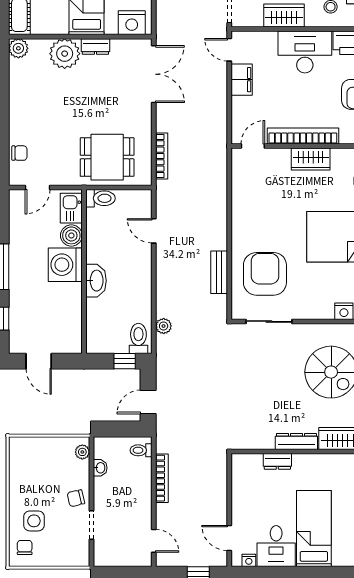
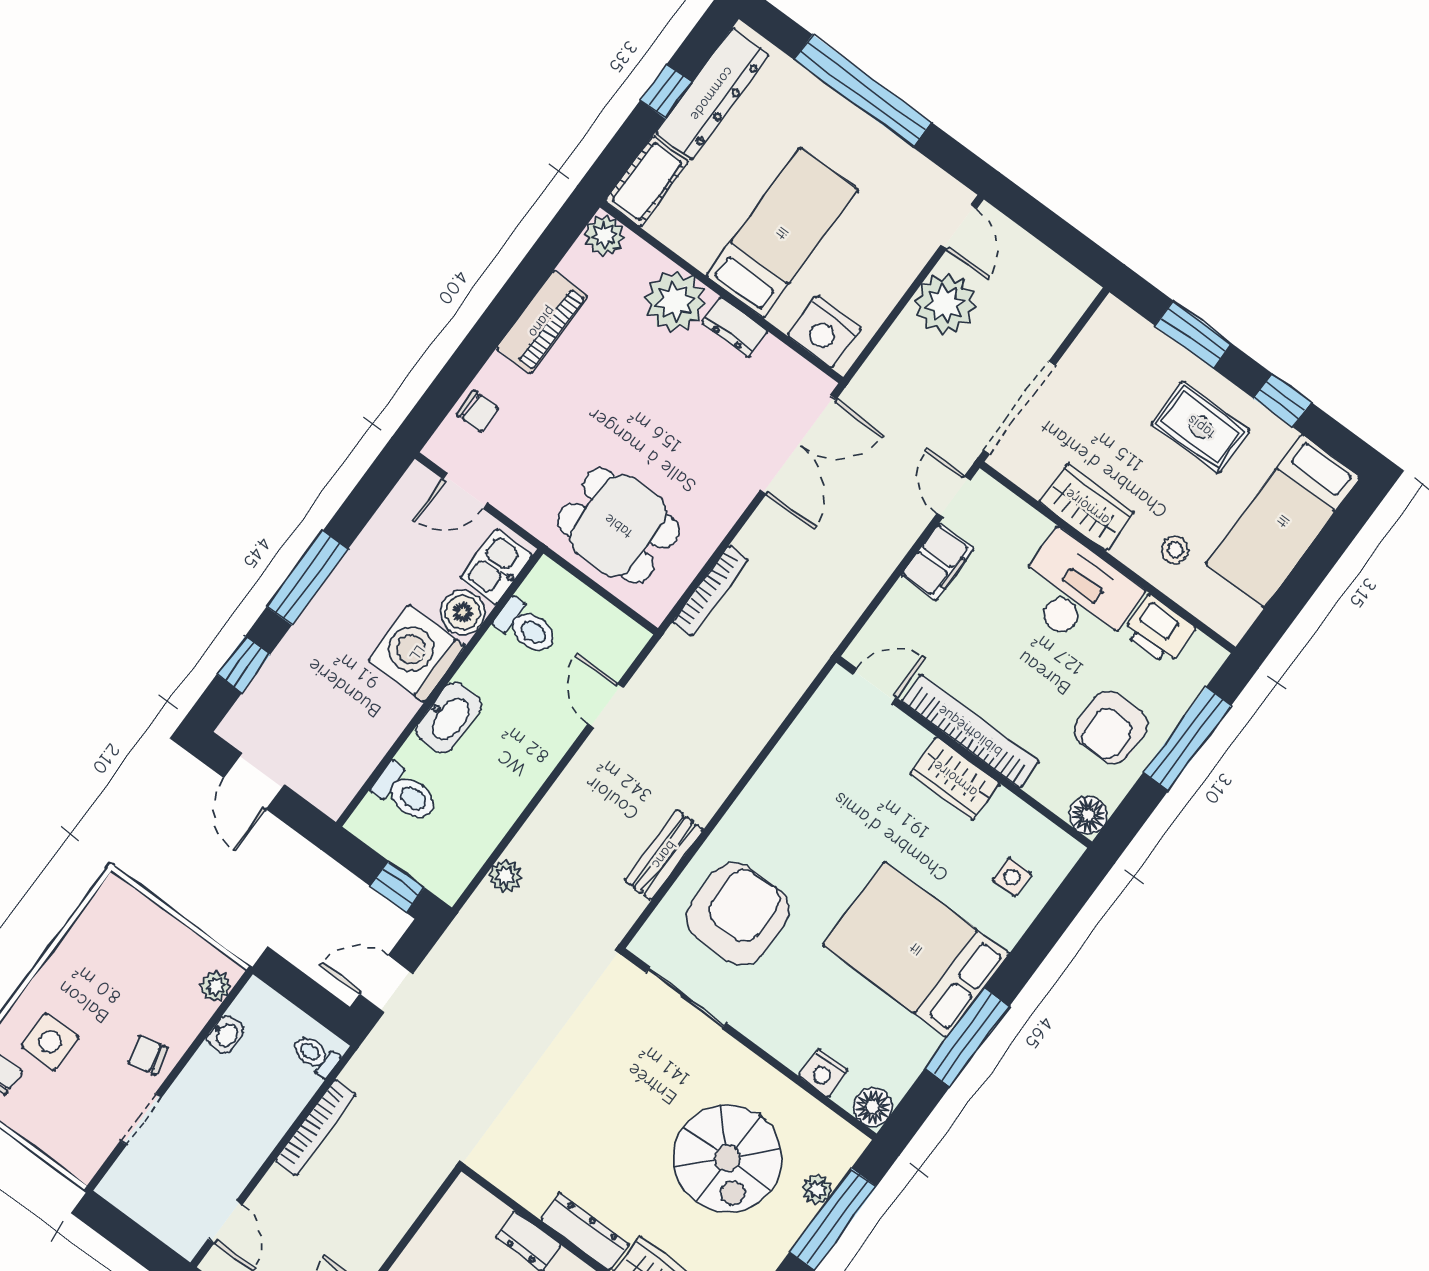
piano: (19, 100) -> (542, 322), added
toilet: (100, 198) -> (527, 627), moved
toilet: (138, 338) -> (406, 793), moved, turned 90

